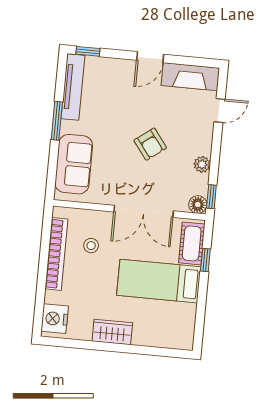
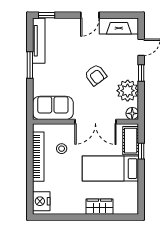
sofa: (74, 164) -> (53, 108), moved, turned -90
plant: (202, 164) -> (128, 91), width x1.87, depth x1.87
window: (211, 197) -> (141, 73), moved
wardrobe: (112, 332) -> (99, 207), moved

